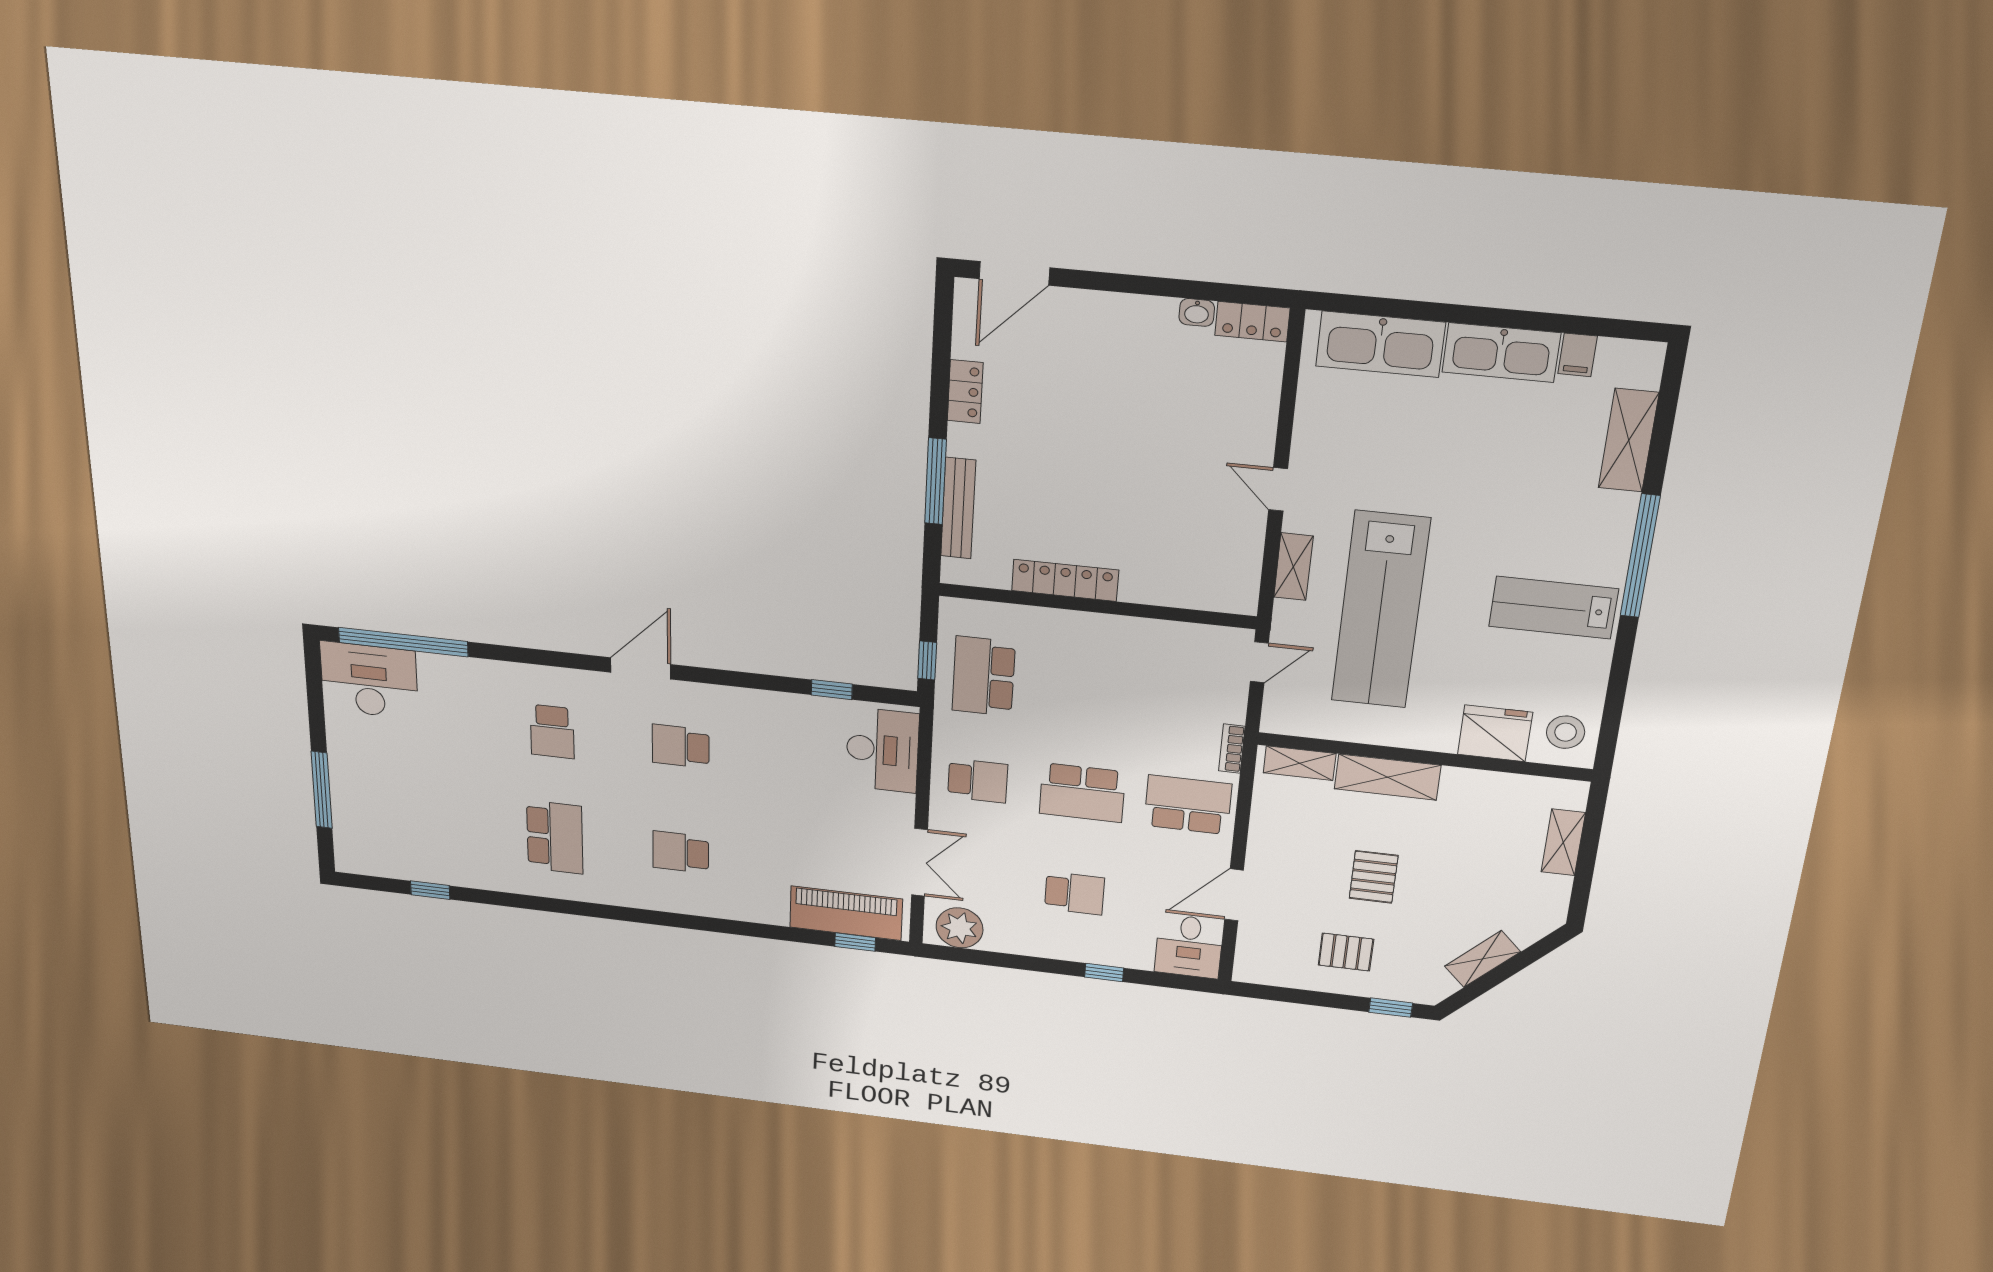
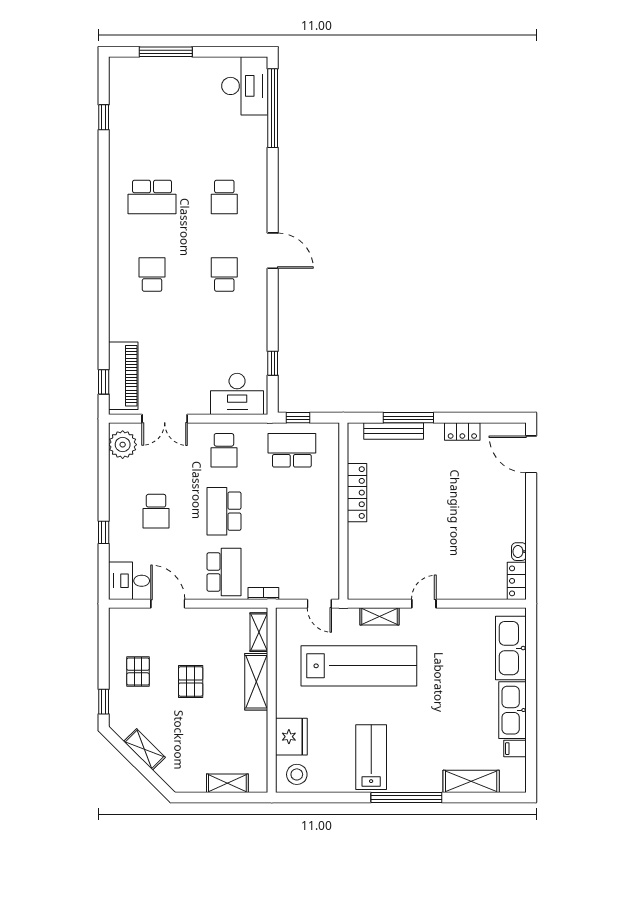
lab bench: (1380, 610) -> (359, 666), turned 180
school desk: (552, 732) -> (224, 197), turned -90
pallet: (1374, 877) -> (191, 682), turned 90

